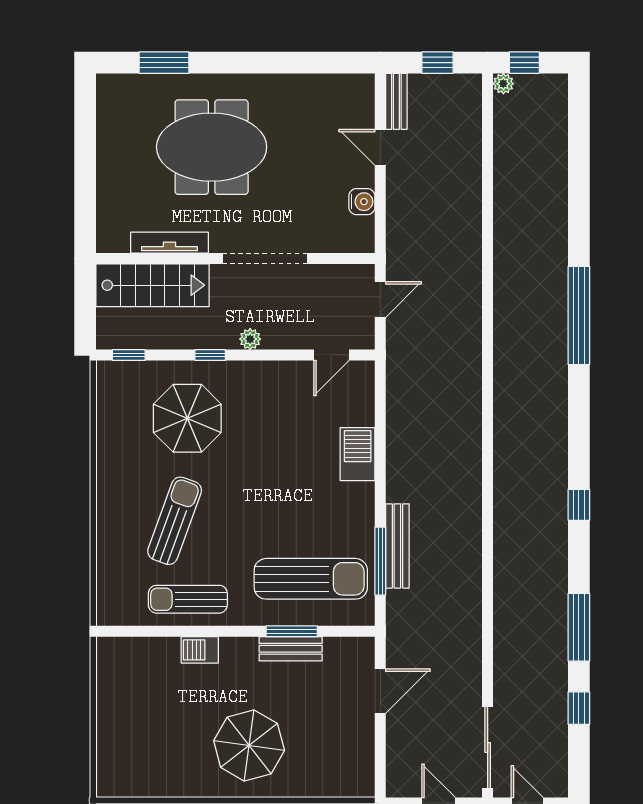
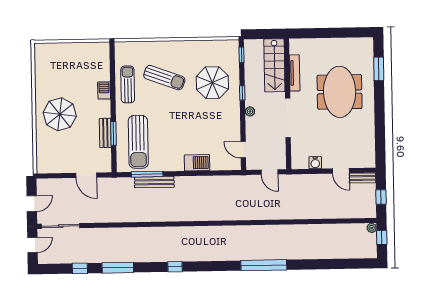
door: (380, 147) -> (341, 171), swing flipped

